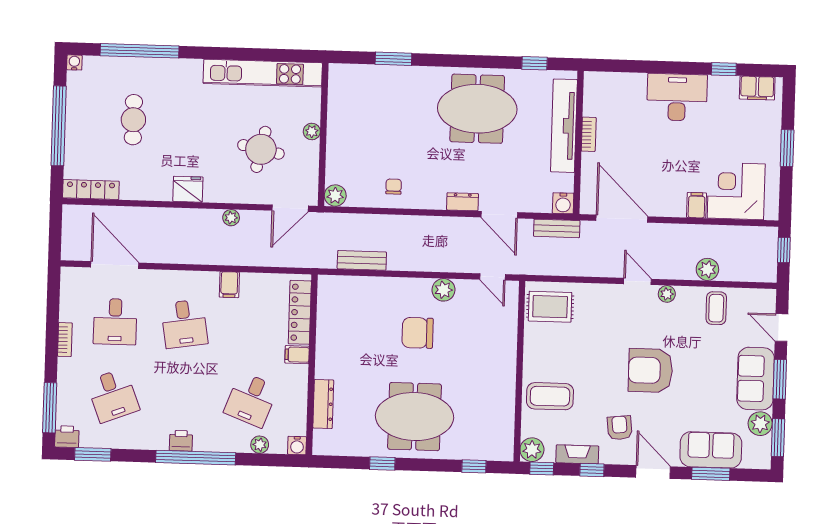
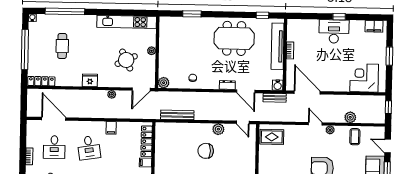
window: (724, 69) -> (339, 17), moved
round table: (261, 149) -> (126, 60), turned -37
filing cabinet: (697, 205) -> (344, 85), removed
bench: (362, 260) -> (177, 115), width x1.36

